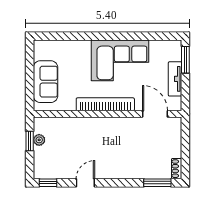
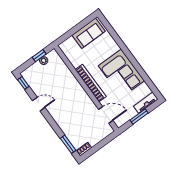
window: (185, 60) -> (139, 116), moved
tv unit: (175, 79) -> (146, 103), moved
sofa: (46, 82) -> (89, 33), moved
door: (155, 114) -> (106, 115), hinge flipped

